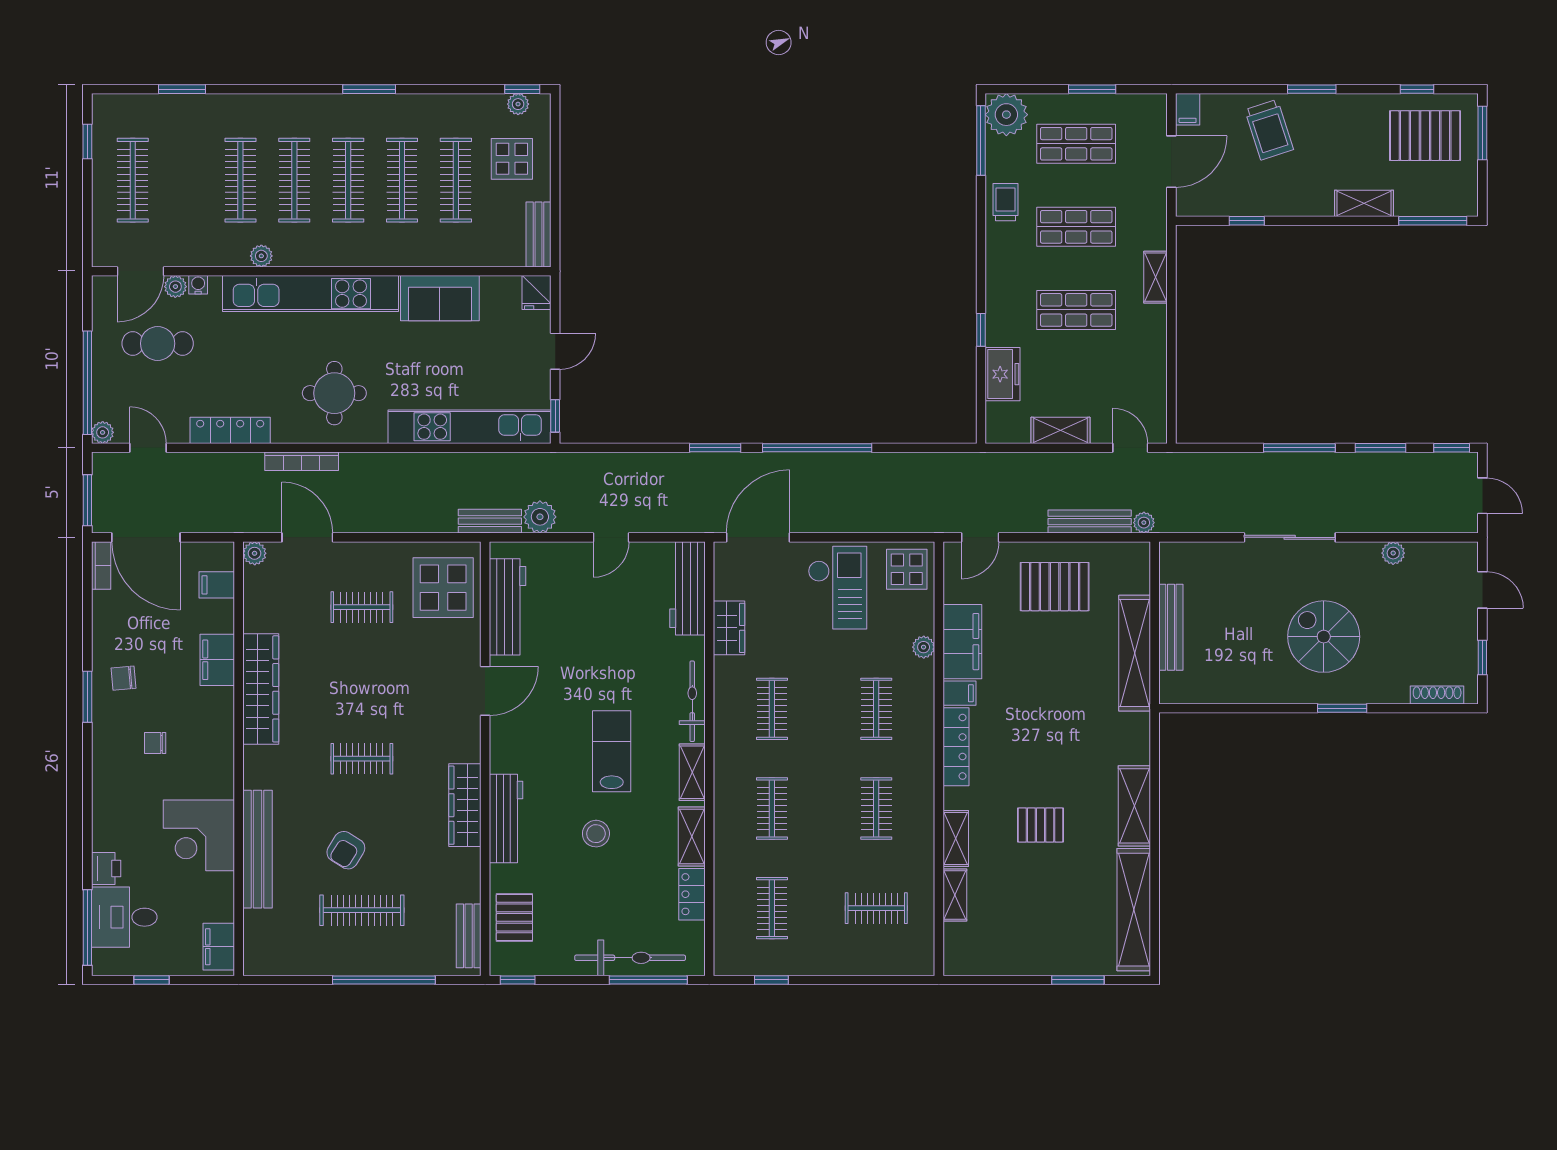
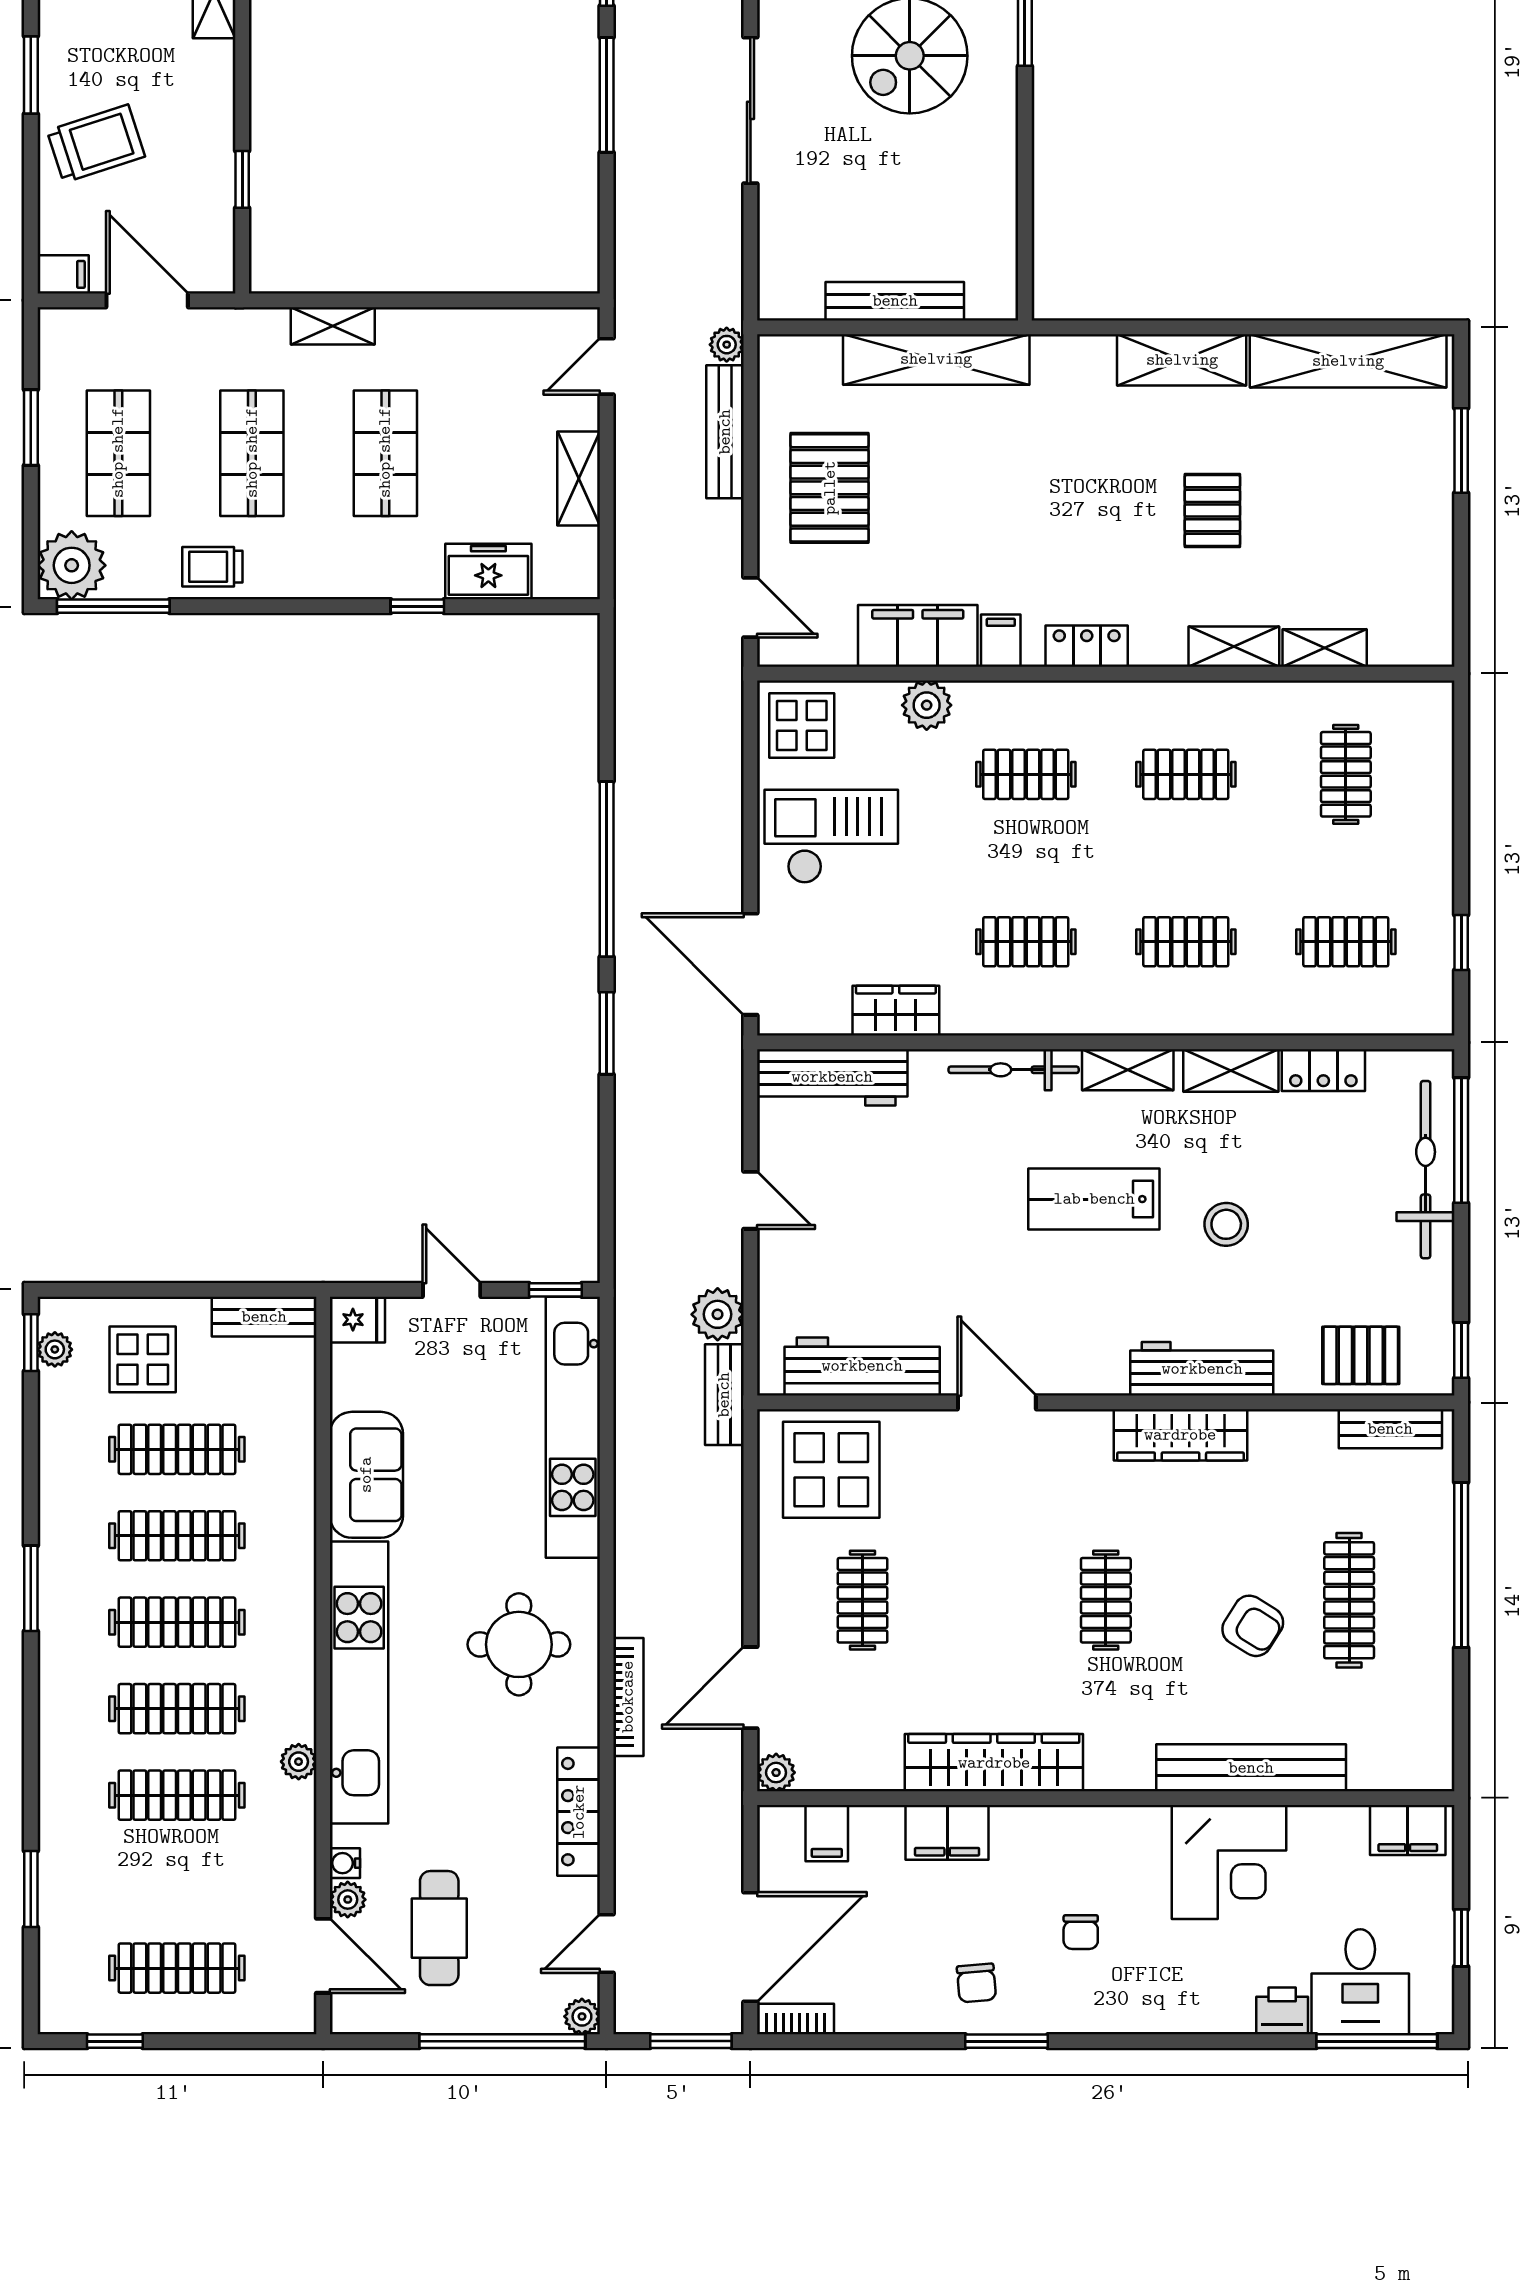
plant: (924, 647) -> (927, 705), width x1.38, depth x1.38
locker: (956, 747) -> (1087, 646), width x0.66

